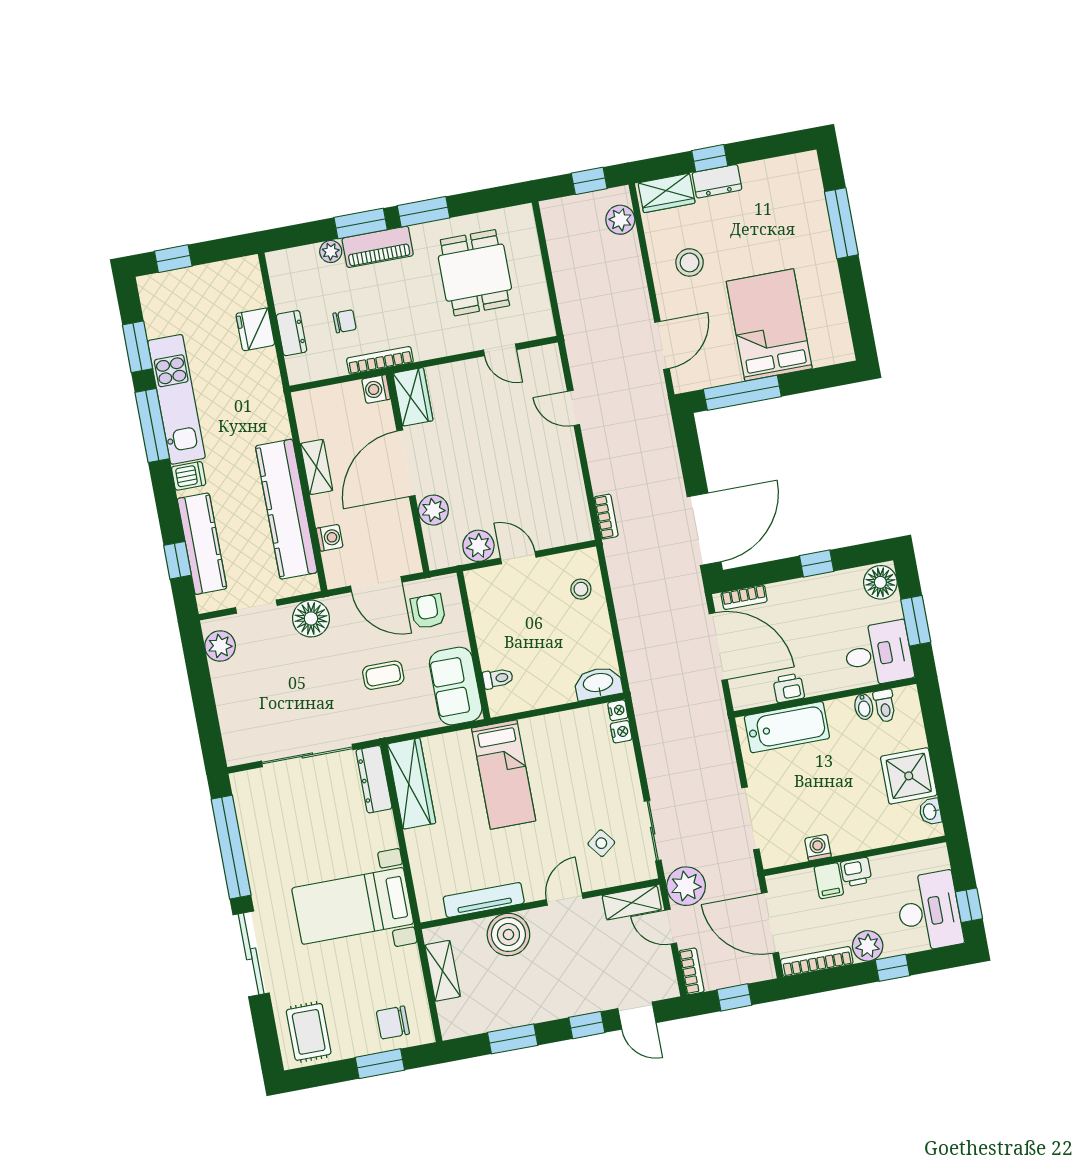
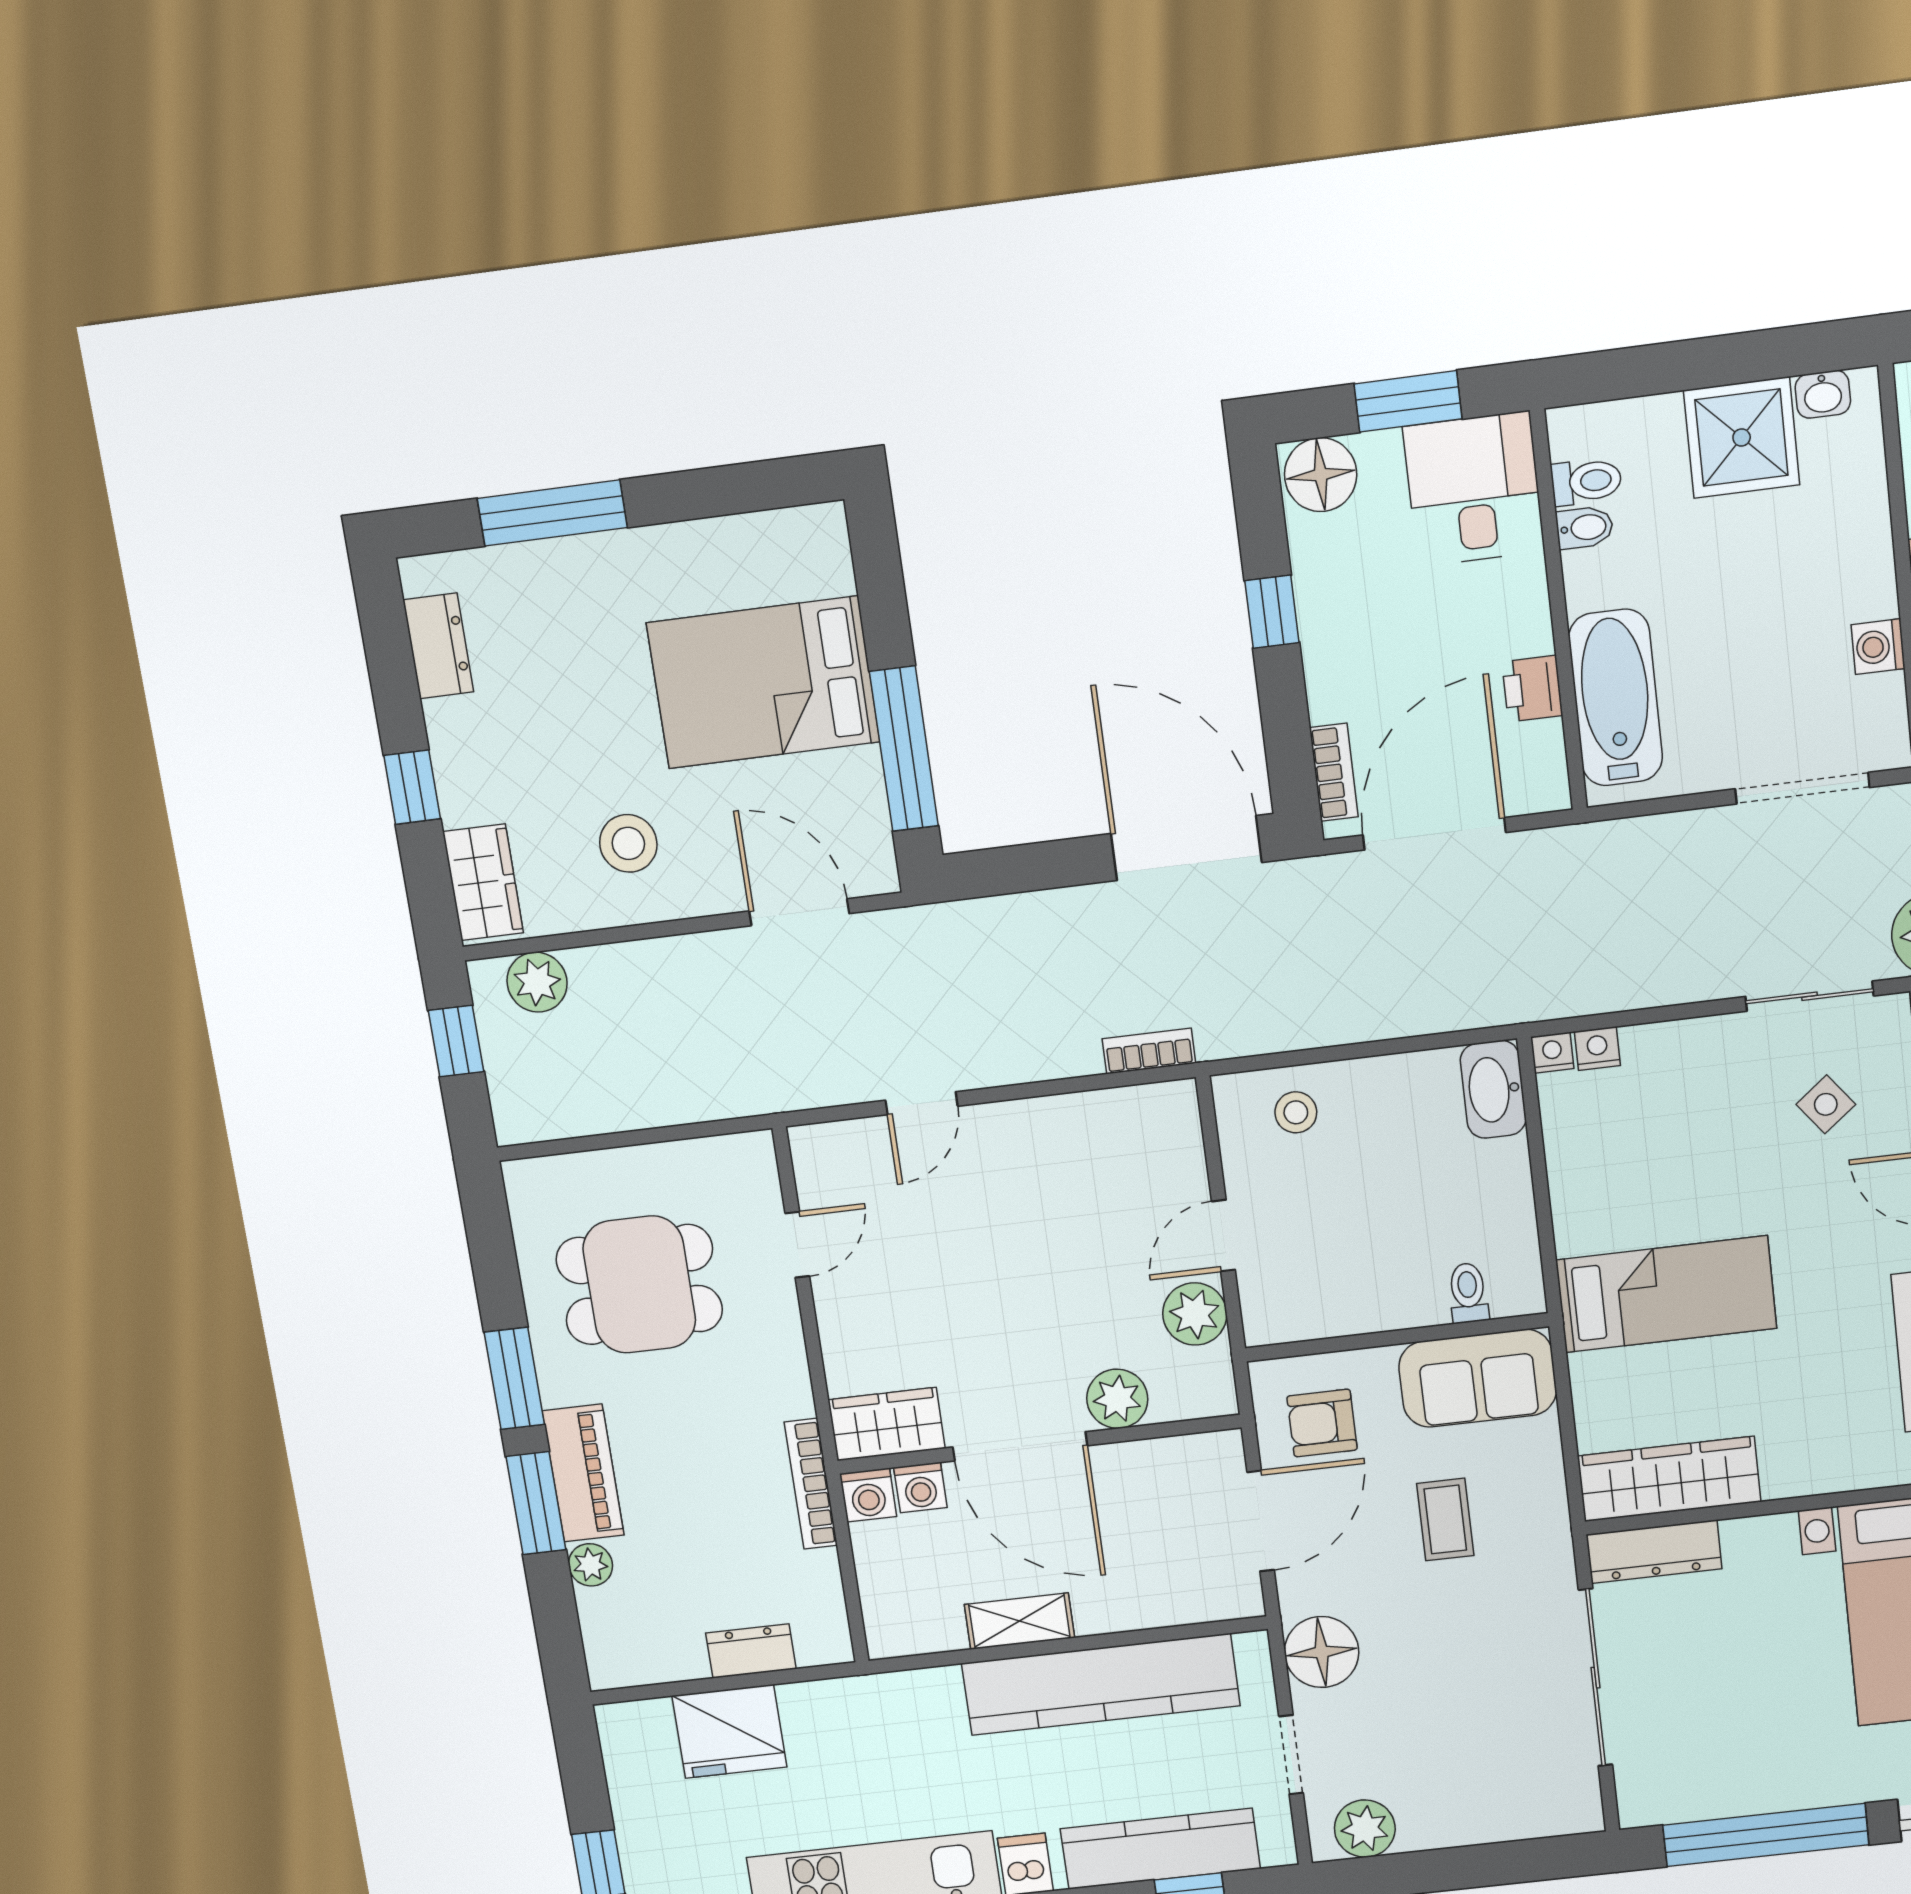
dresser: (717, 181) -> (438, 646), moved
chair: (345, 321) -> (730, 1547), removed
fridge: (255, 329) -> (729, 1731), width x1.36, depth x1.34
washing machine: (330, 538) -> (920, 1488), moved, turned 180

